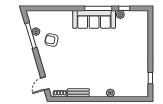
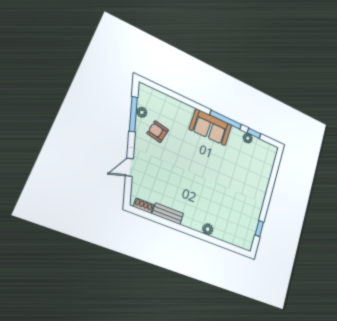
sofa: (94, 19) -> (210, 127), width x0.73
door: (45, 83) -> (129, 167), moved

